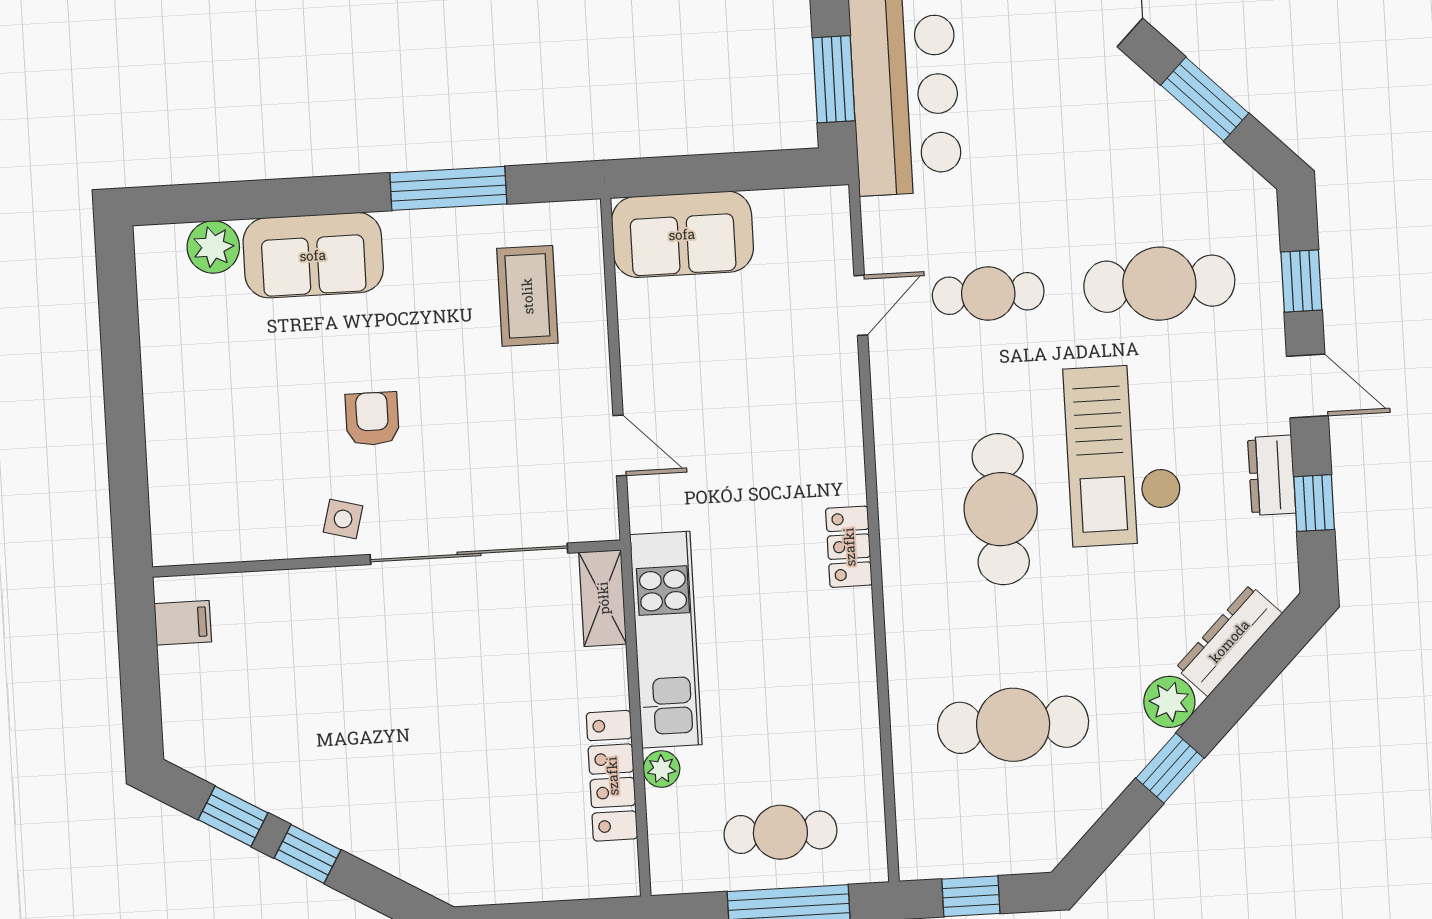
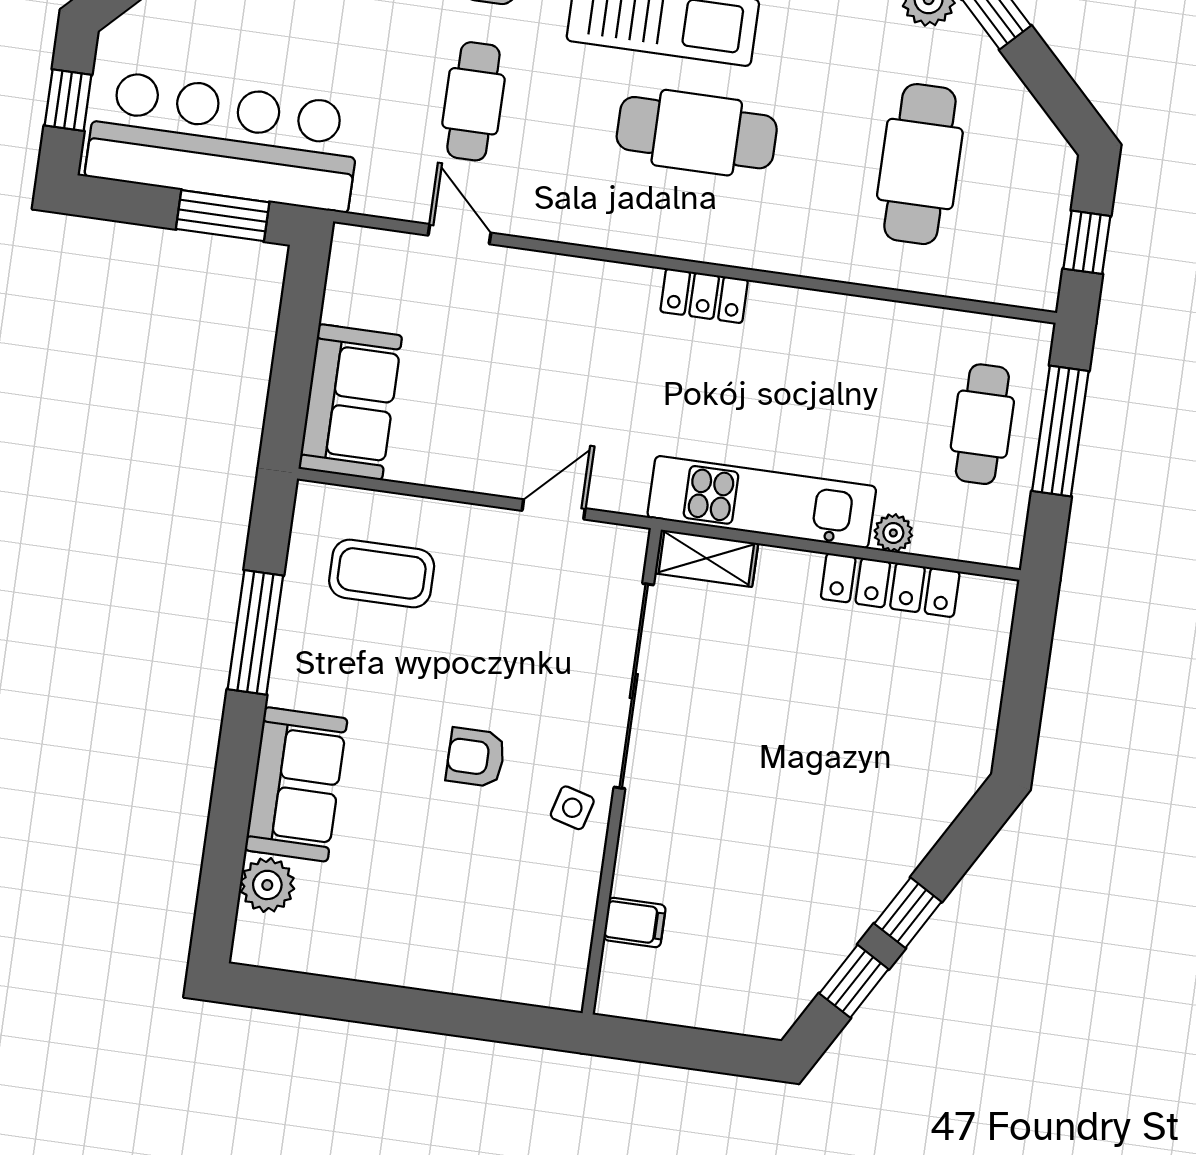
filing cabinet: (183, 623) -> (635, 923), moved, turned 90

